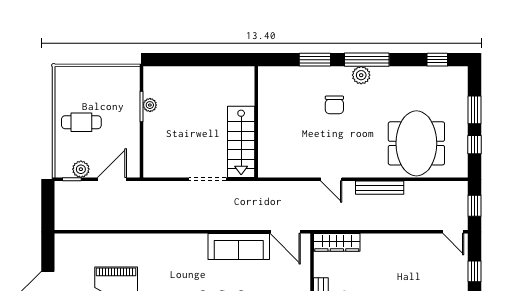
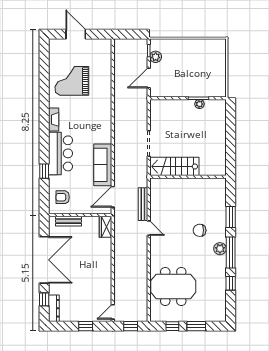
window: (437, 60) -> (231, 283), moved
cafe table: (81, 122) -> (188, 57), removed
door: (112, 179) -> (149, 78), swing flipped
door: (331, 179) -> (149, 228), swing flipped
bench: (380, 188) -> (143, 204), moved
wardrobe: (337, 242) -> (105, 227), width x0.67

